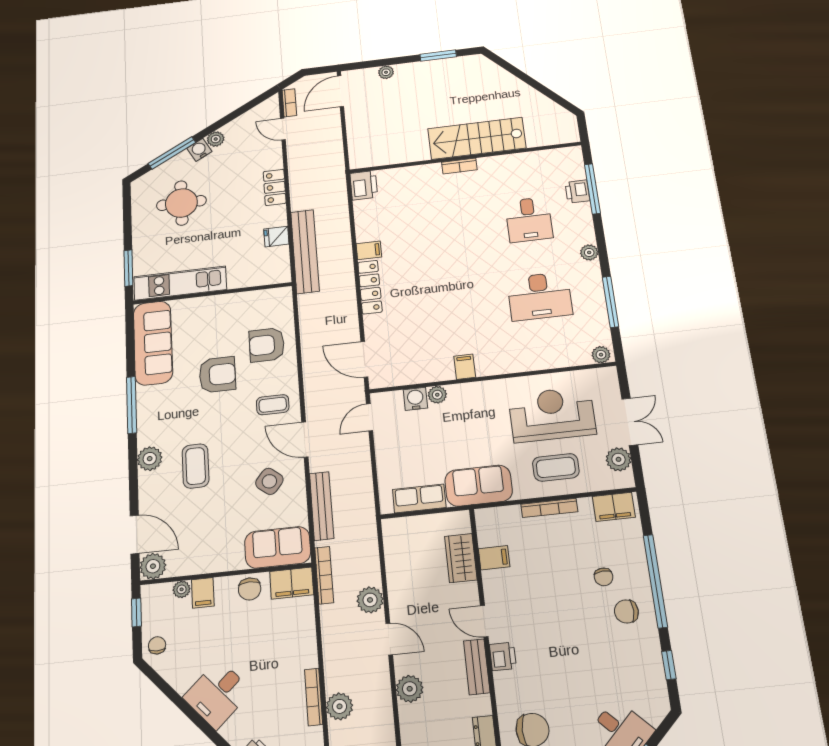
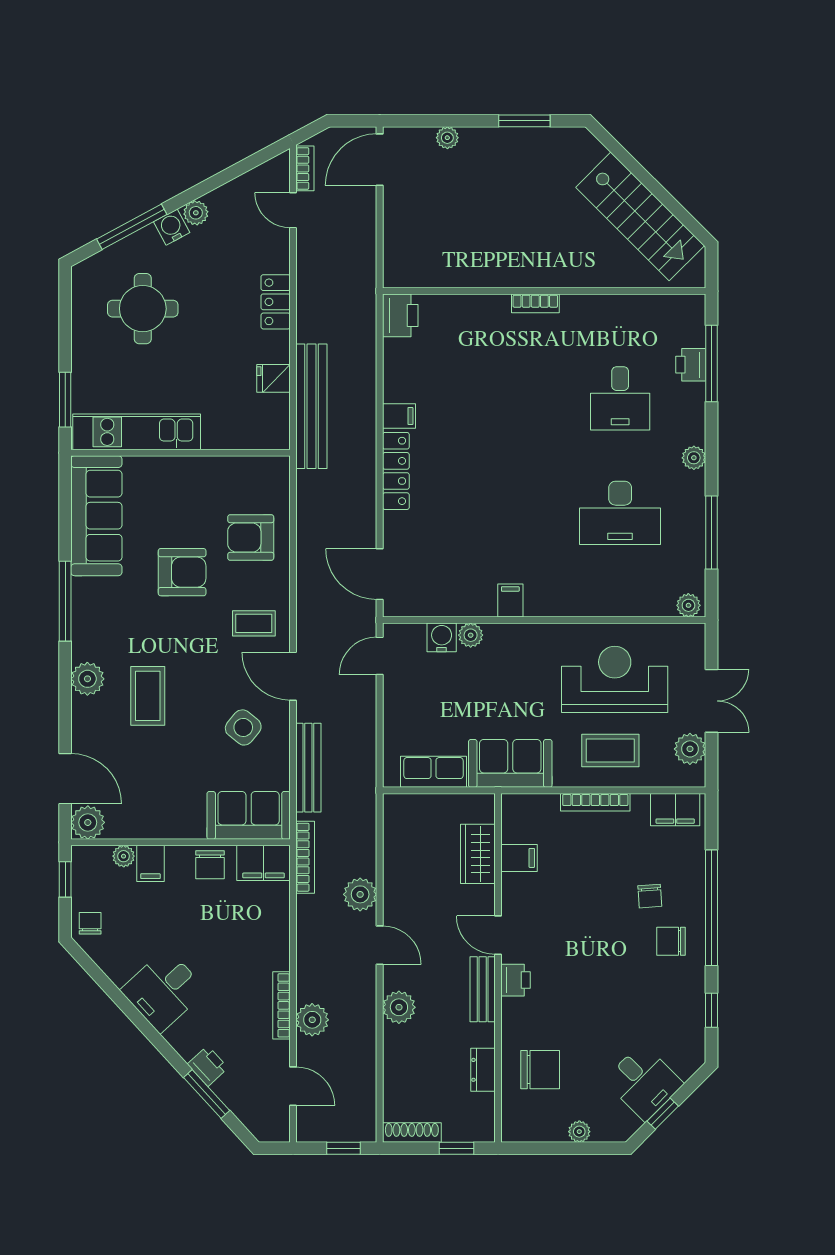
stairs: (477, 138) -> (640, 216), moved, turned -135

